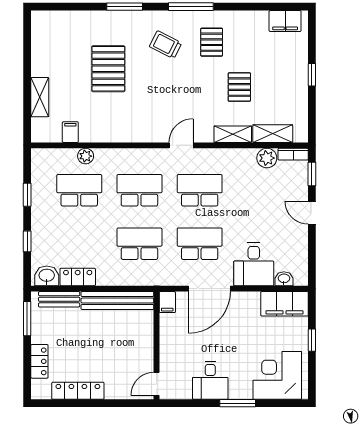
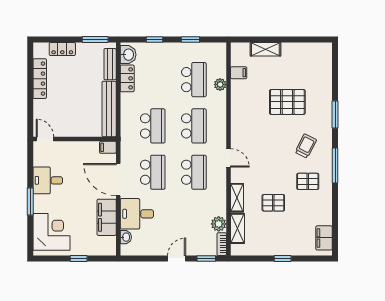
filing cabinet: (284, 304) -> (107, 217), moved

